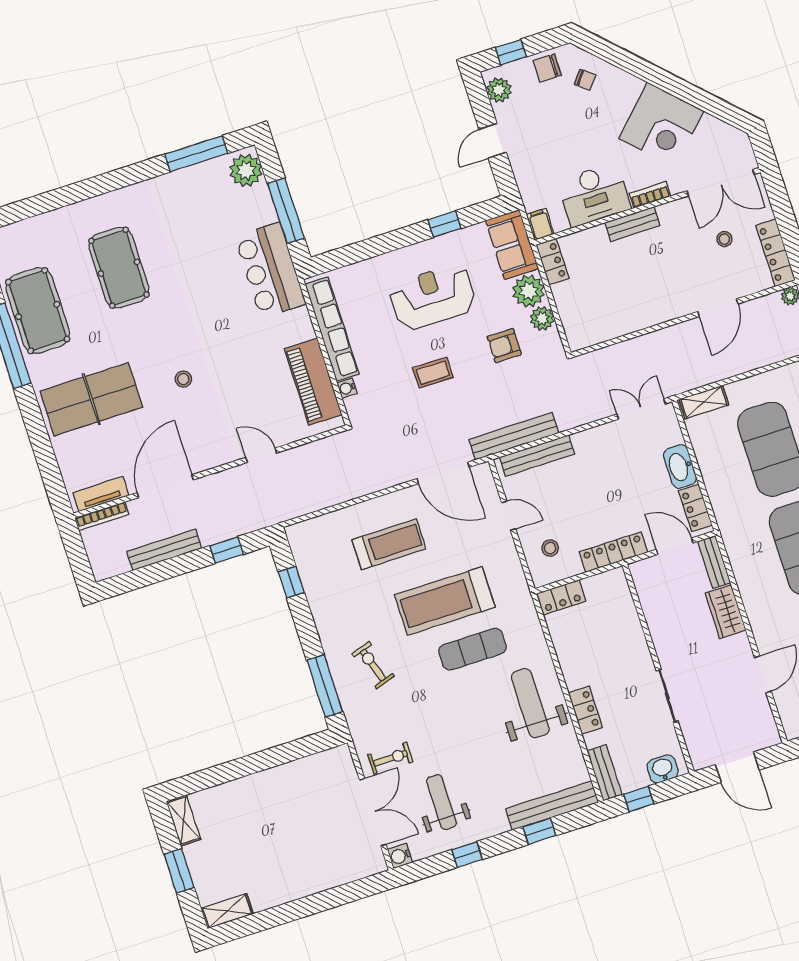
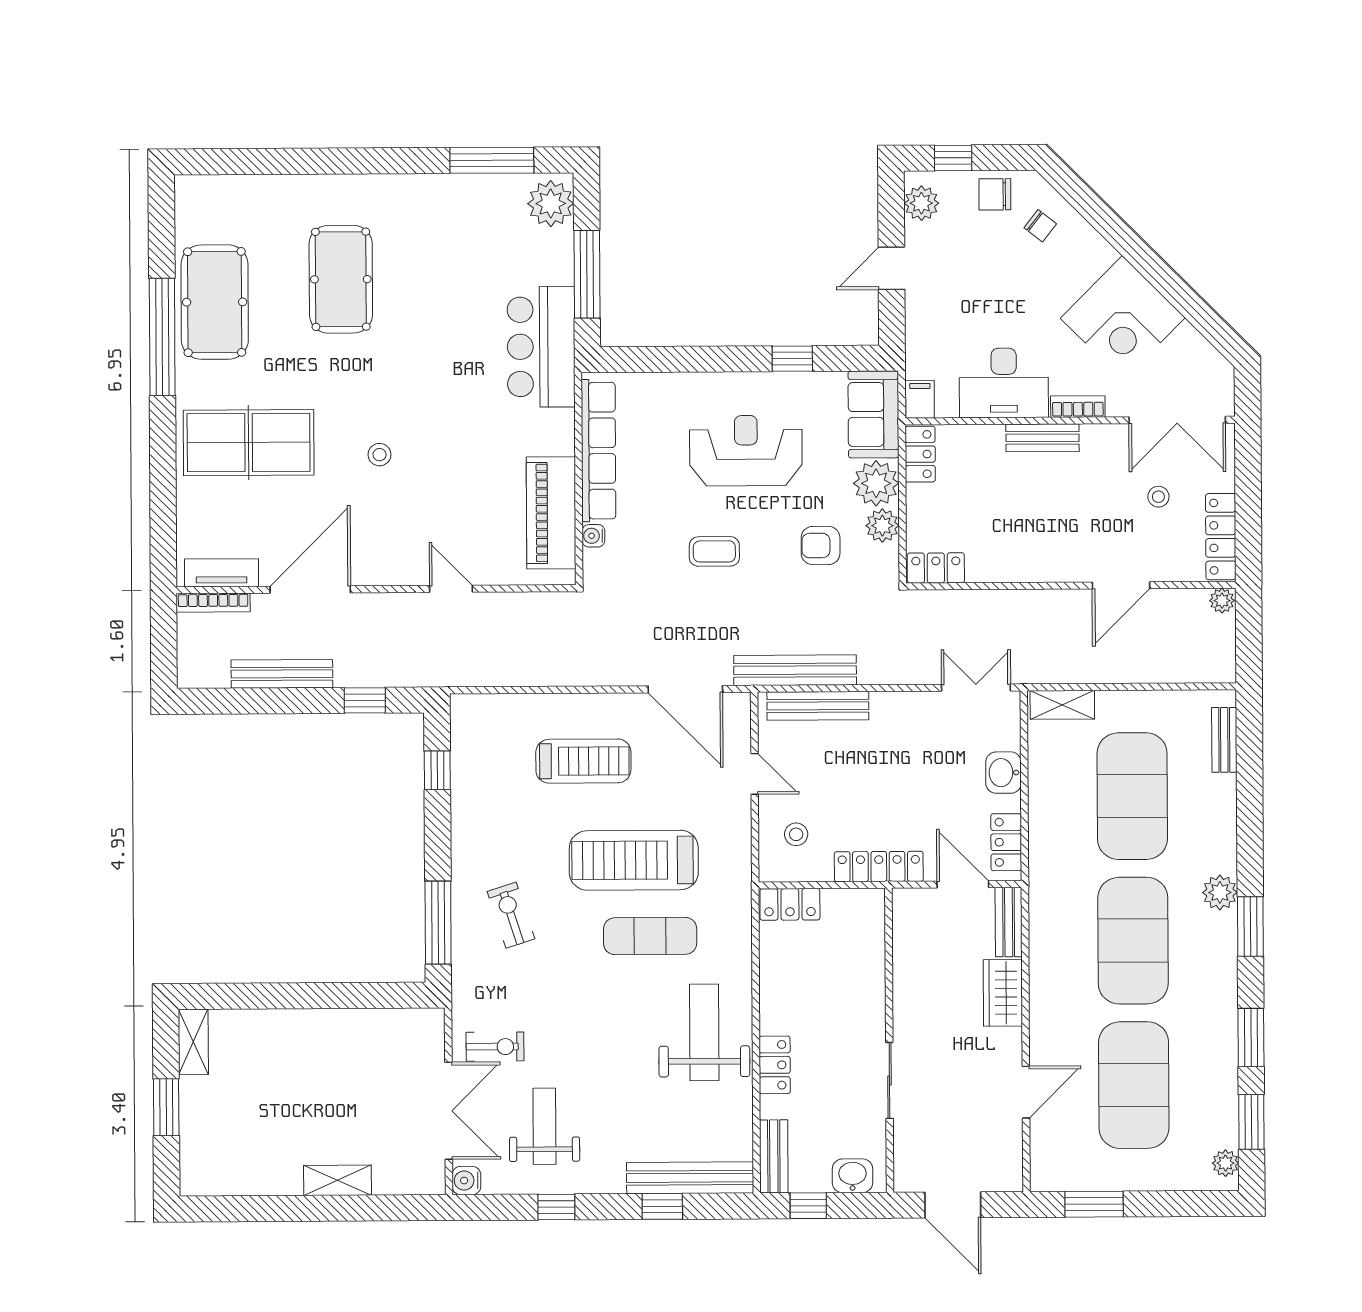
locker: (588, 336) -> (936, 568), added
washbasin: (680, 466) -> (1003, 773), width x0.72
shelving: (227, 911) -> (338, 1180), moved

